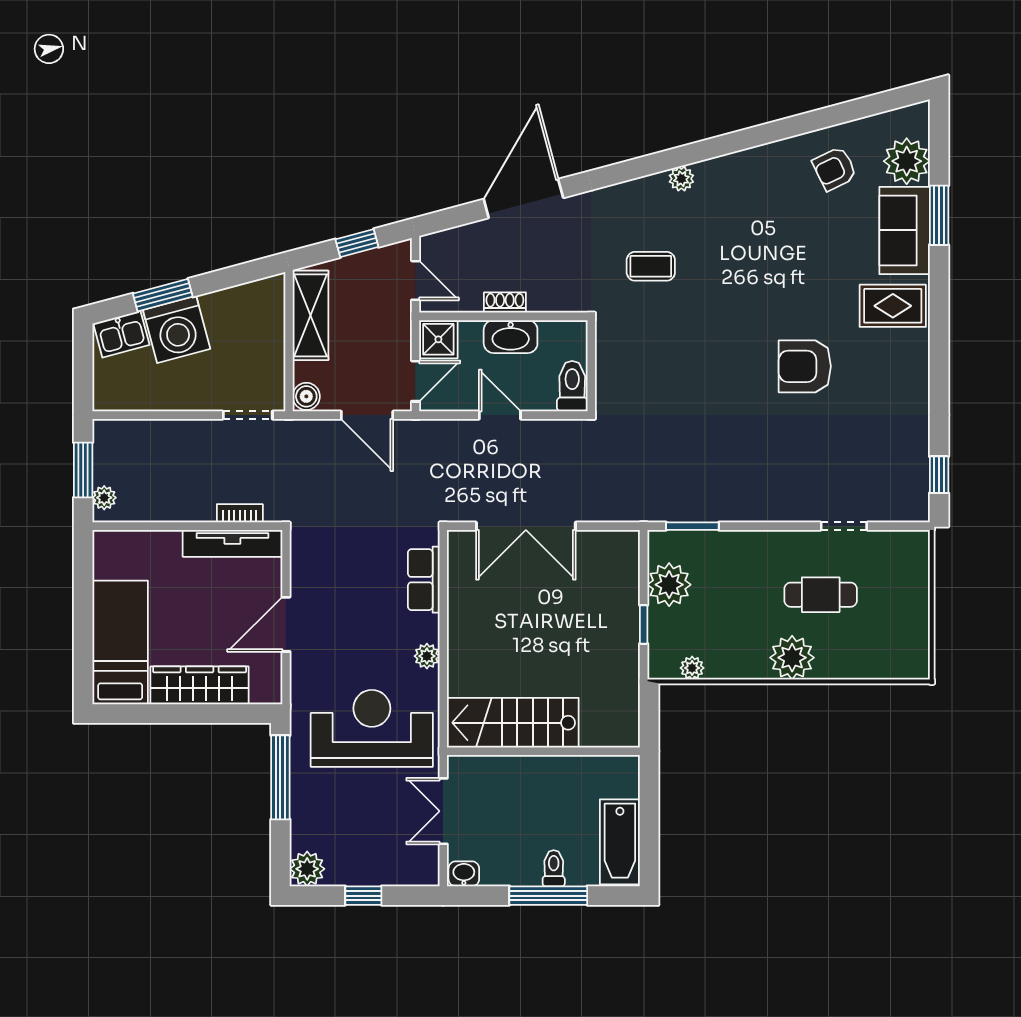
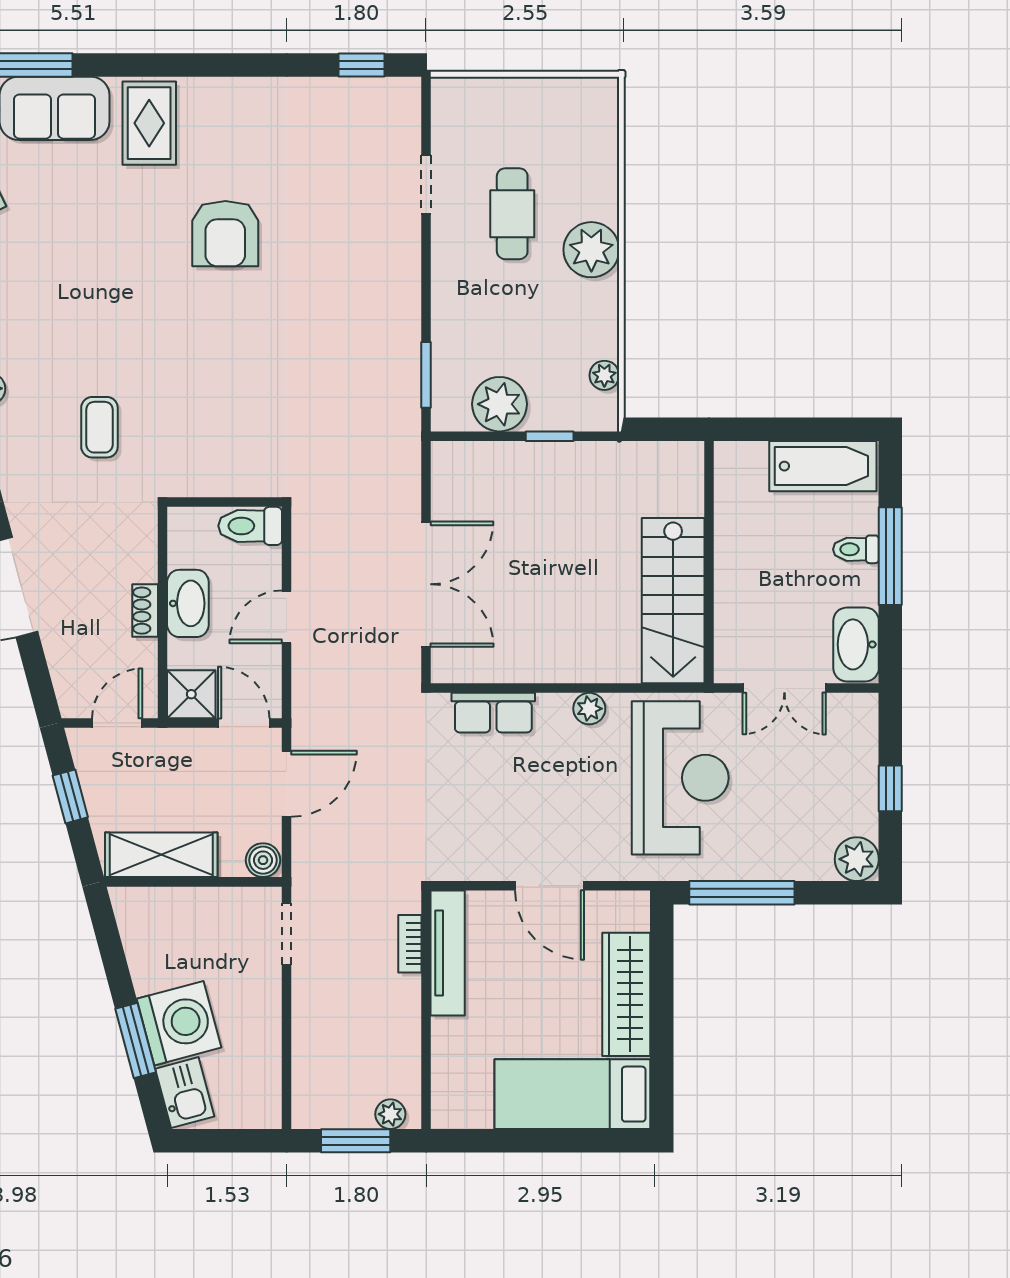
reception desk: (372, 728) -> (680, 778), turned 180
washbasin: (464, 874) -> (856, 644), width x1.91, depth x1.45

